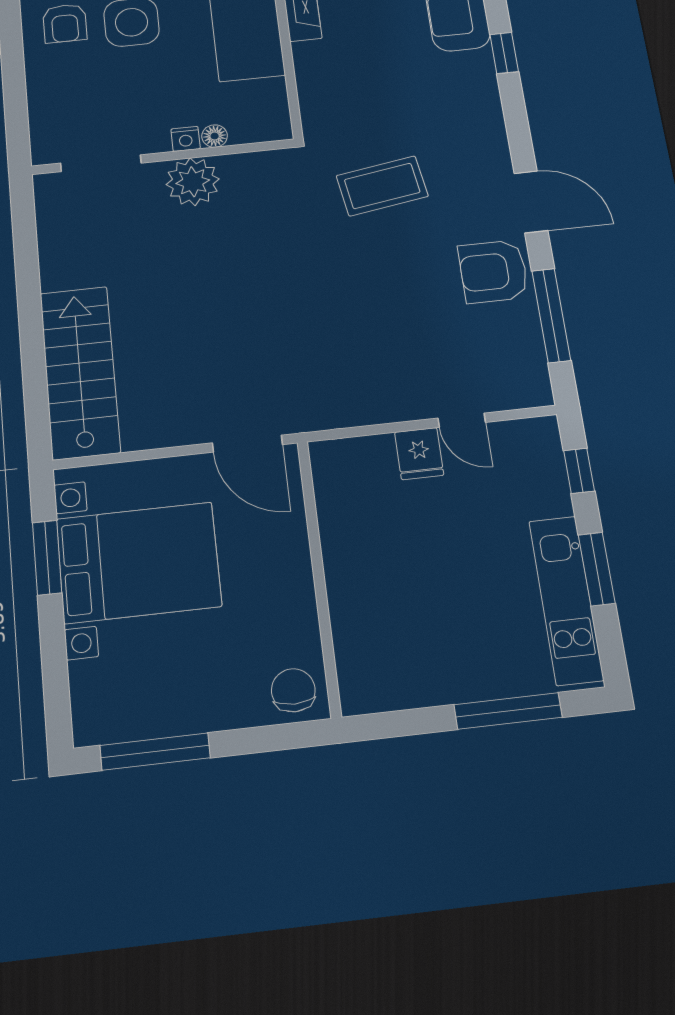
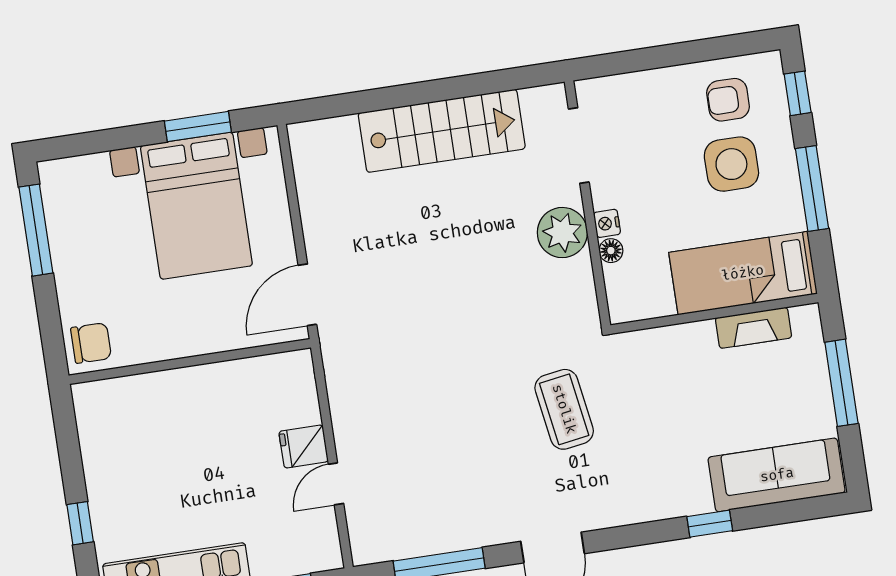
armchair: (493, 271) -> (481, 512), removed
stairs: (80, 372) -> (442, 131), moved
window: (508, 711) -> (80, 523), width x0.46

